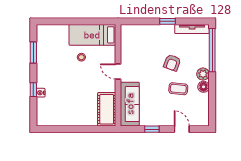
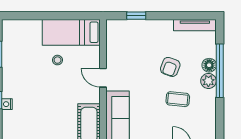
window: (167, 21) -> (136, 16), moved
window: (212, 50) -> (220, 71), moved
floor lamp: (204, 87) -> (209, 65), moved

